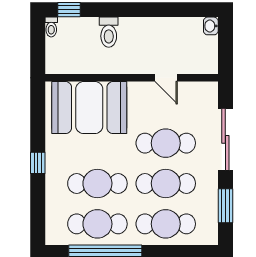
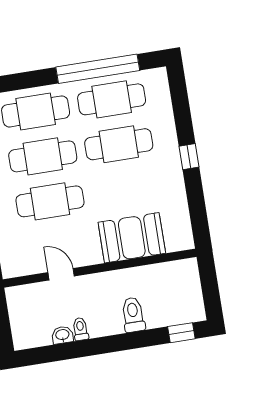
washbasin: (211, 26) -> (62, 335), moved, turned -90
toilet: (51, 27) -> (80, 329), moved
booth: (89, 108) -> (132, 238), width x0.73, depth x0.70

